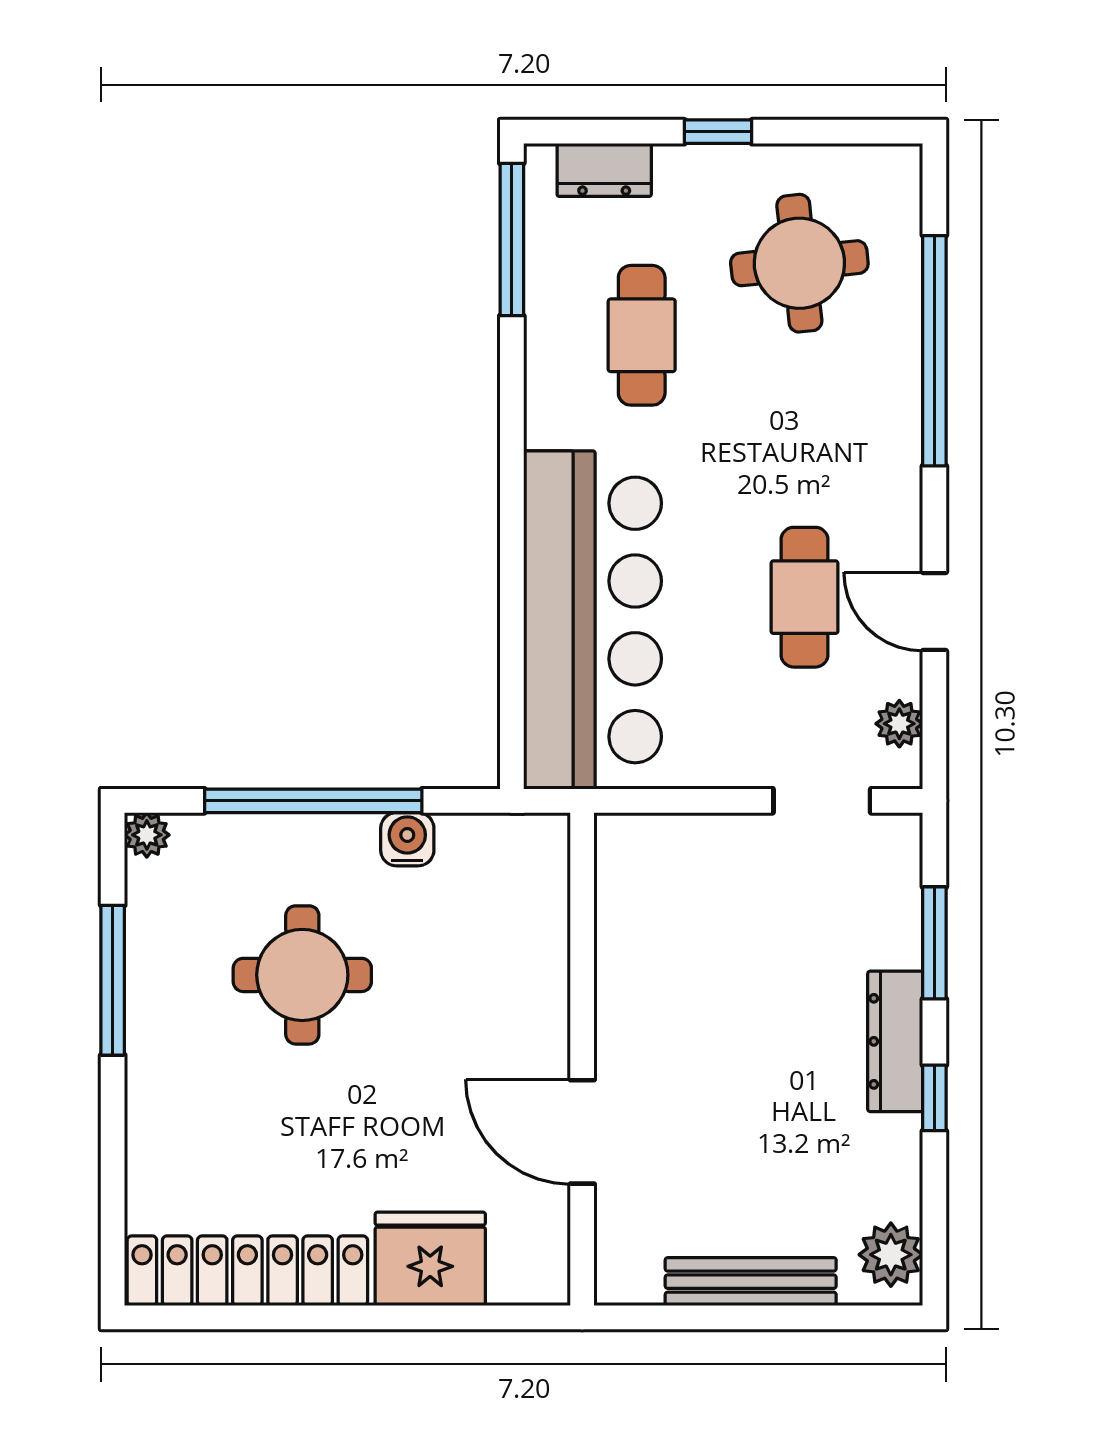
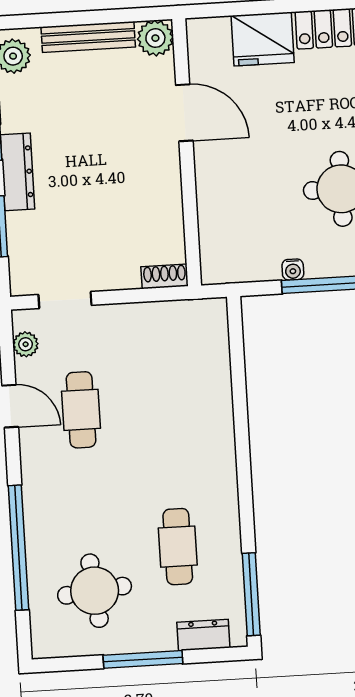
window: (718, 132) -> (143, 659), width x2.17
bar counter: (592, 620) -> (195, 391), removed
shoe rack: (636, 833) -> (165, 276), added
water cooler: (407, 839) -> (293, 270), width x0.72, depth x0.72
plant: (627, 1272) -> (155, 38), added

